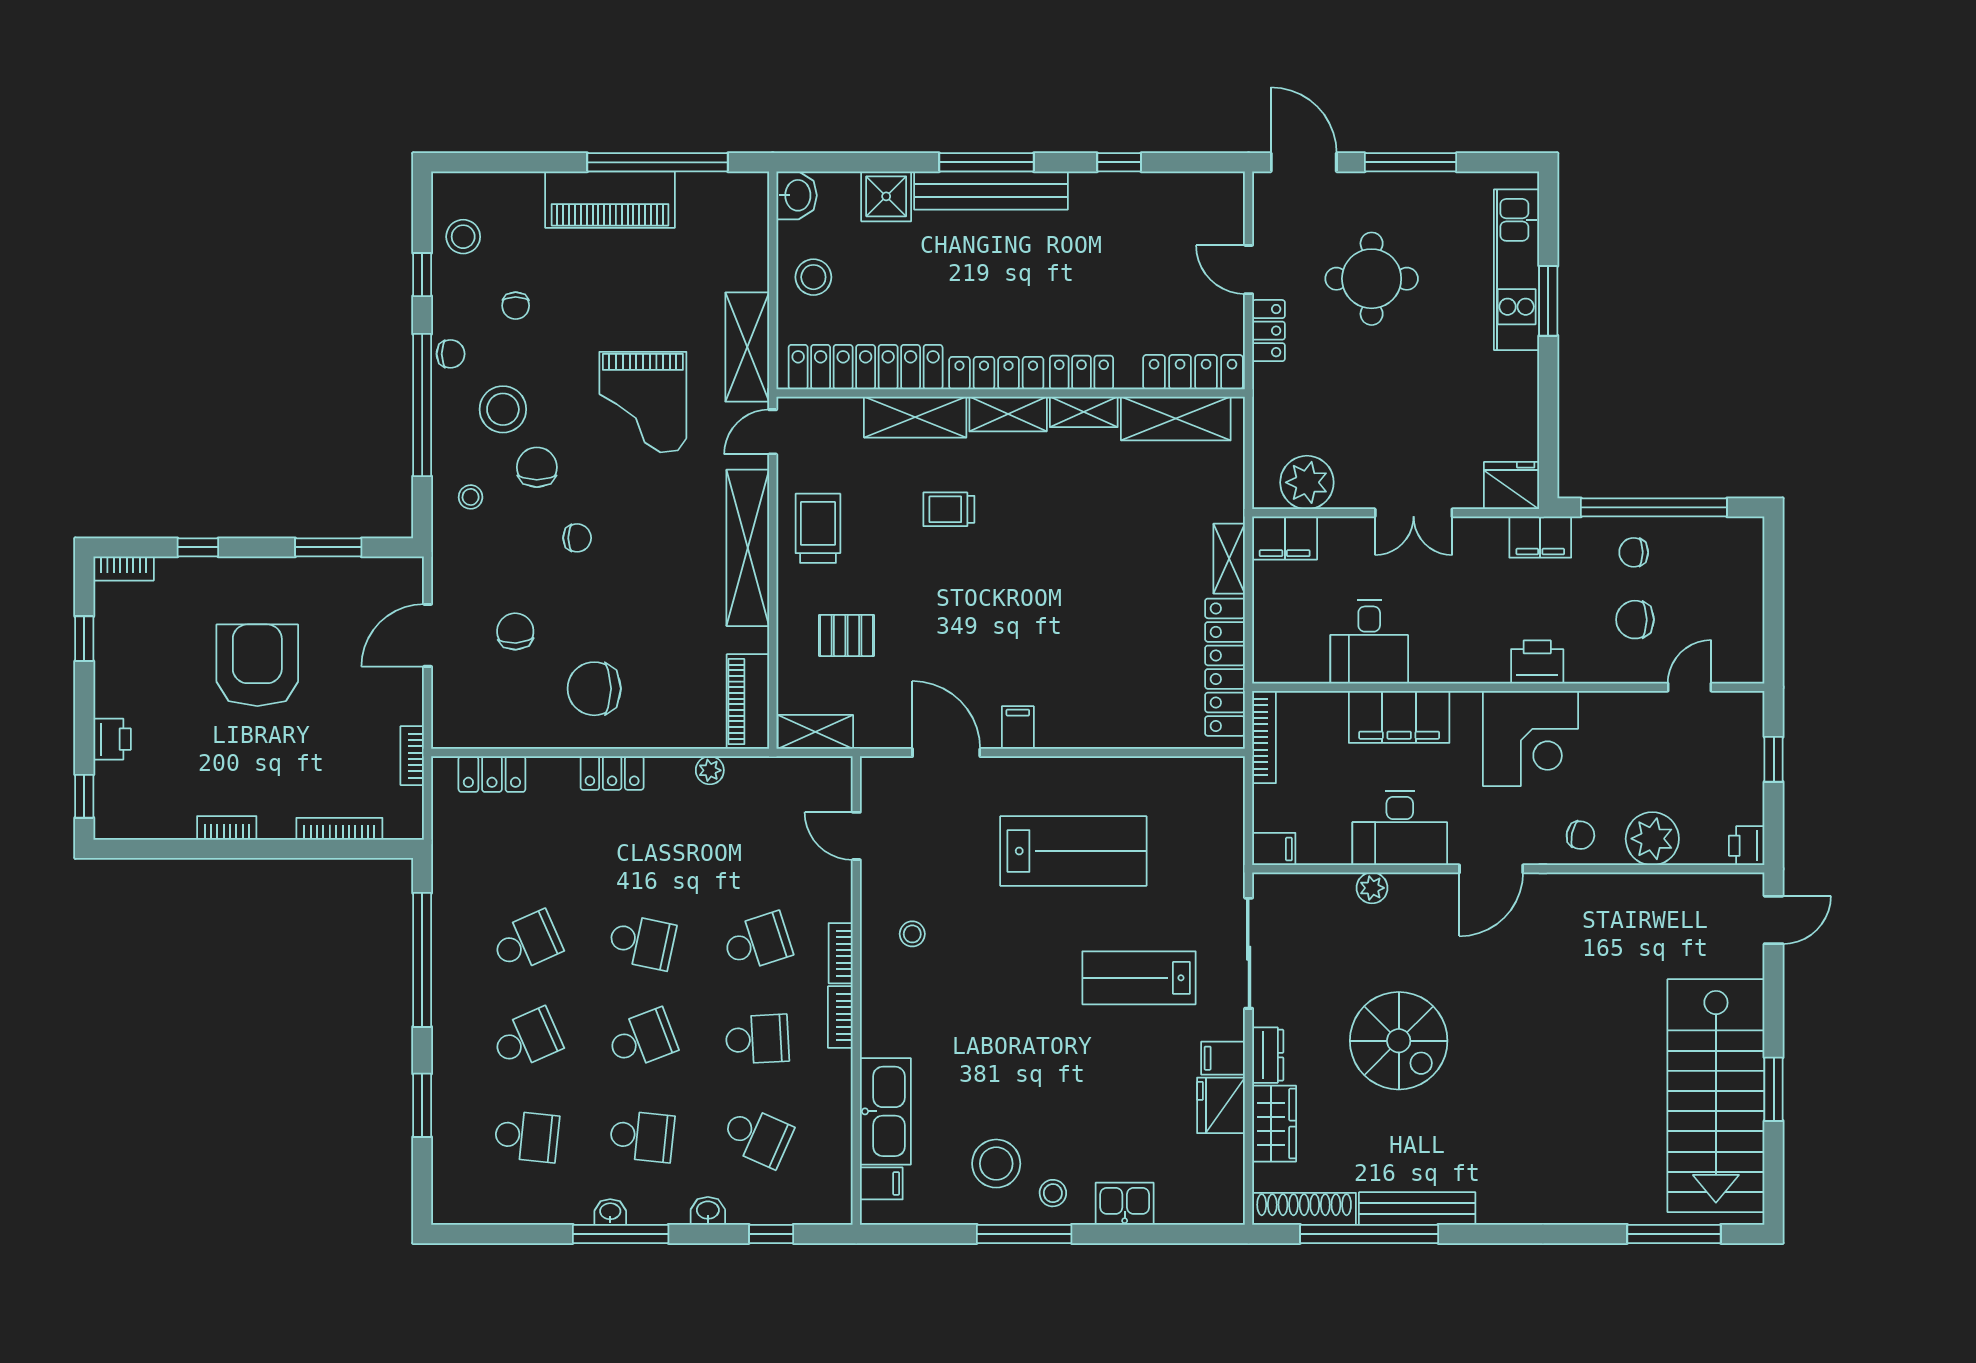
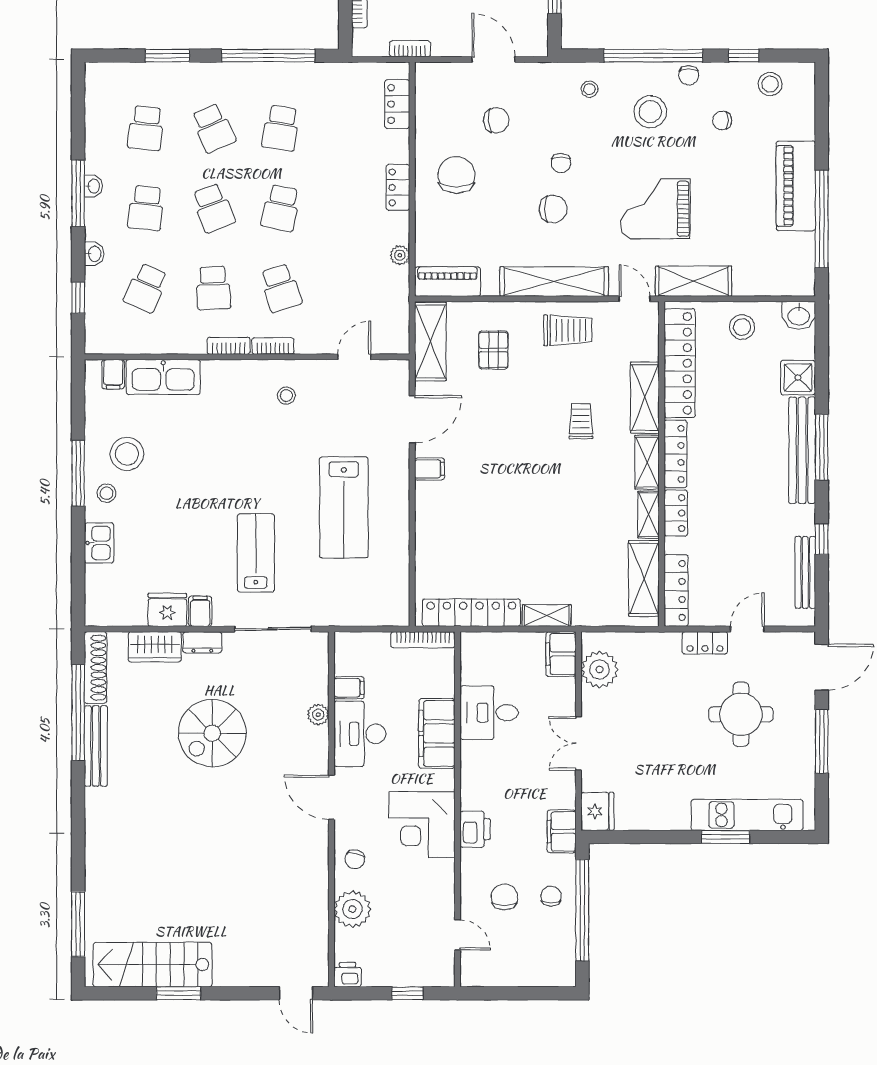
bench: (1167, 186) -> (805, 572), added
chair: (537, 467) -> (553, 209), moved
shelving: (815, 732) -> (430, 342), width x1.50, depth x1.33
filing cabinet: (1274, 849) -> (349, 688), moved, turned -90
school desk: (527, 942) -> (281, 128), turned 33
stairs: (1716, 1096) -> (152, 965), width x0.73, depth x0.66

